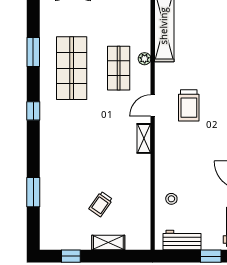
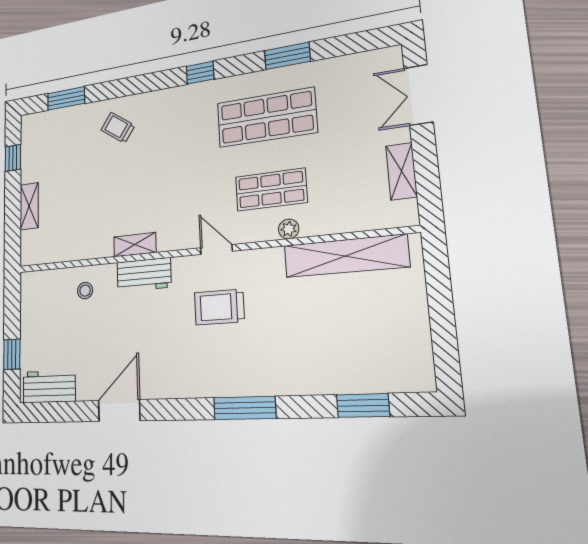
shelving: (144, 138) -> (135, 245), moved
window: (33, 192) -> (66, 98), moved
trolley: (101, 204) -> (118, 128), moved
workbench: (182, 240) -> (144, 275), moved, turned 90

